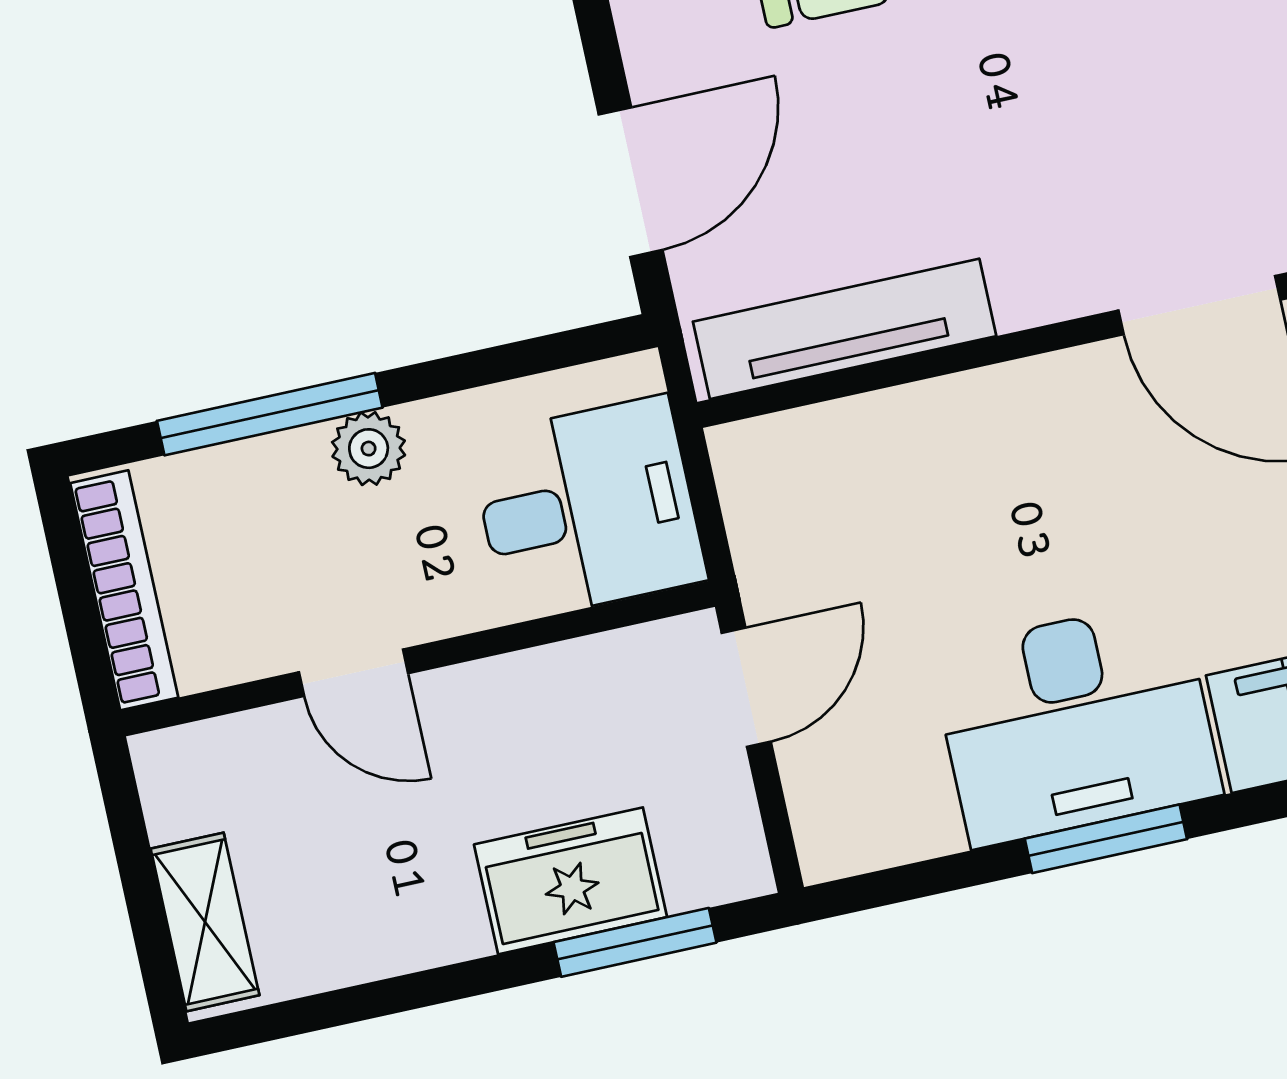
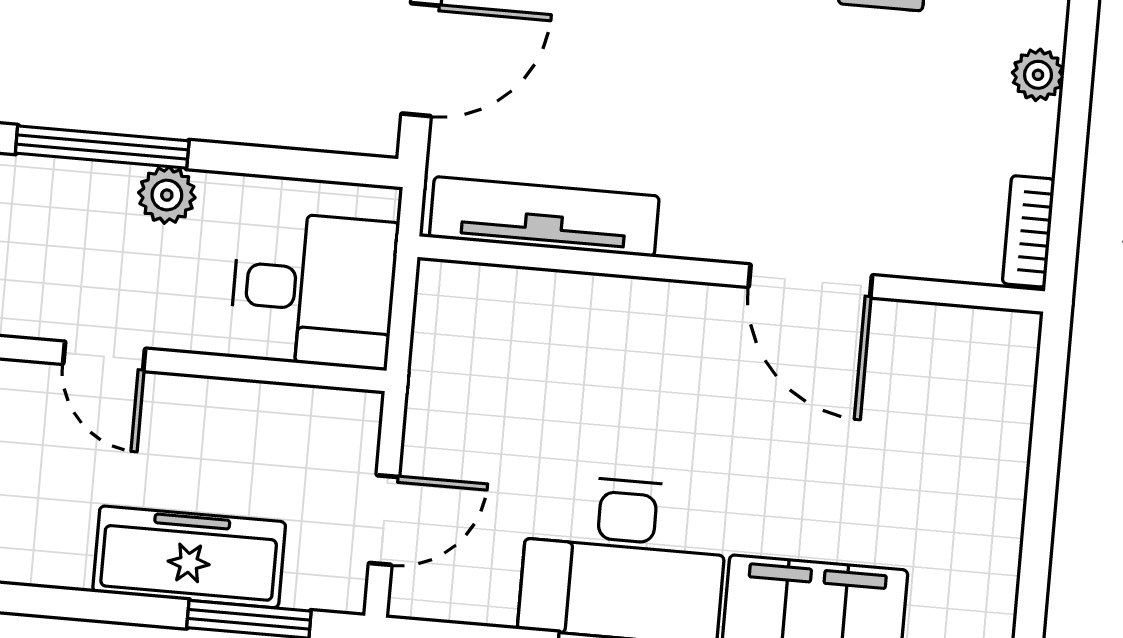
door: (746, 687) -> (384, 520), moved
freezer: (571, 881) -> (189, 557), width x1.40

